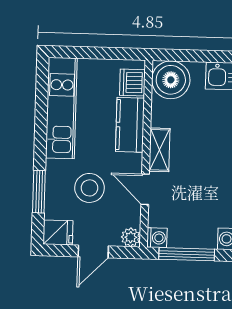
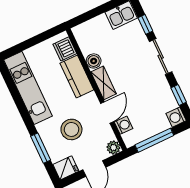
boiler: (171, 80) -> (94, 61), moved, width x0.54, depth x0.54
door: (145, 189) -> (107, 112), swing flipped
washing machine: (157, 238) -> (124, 125), moved

